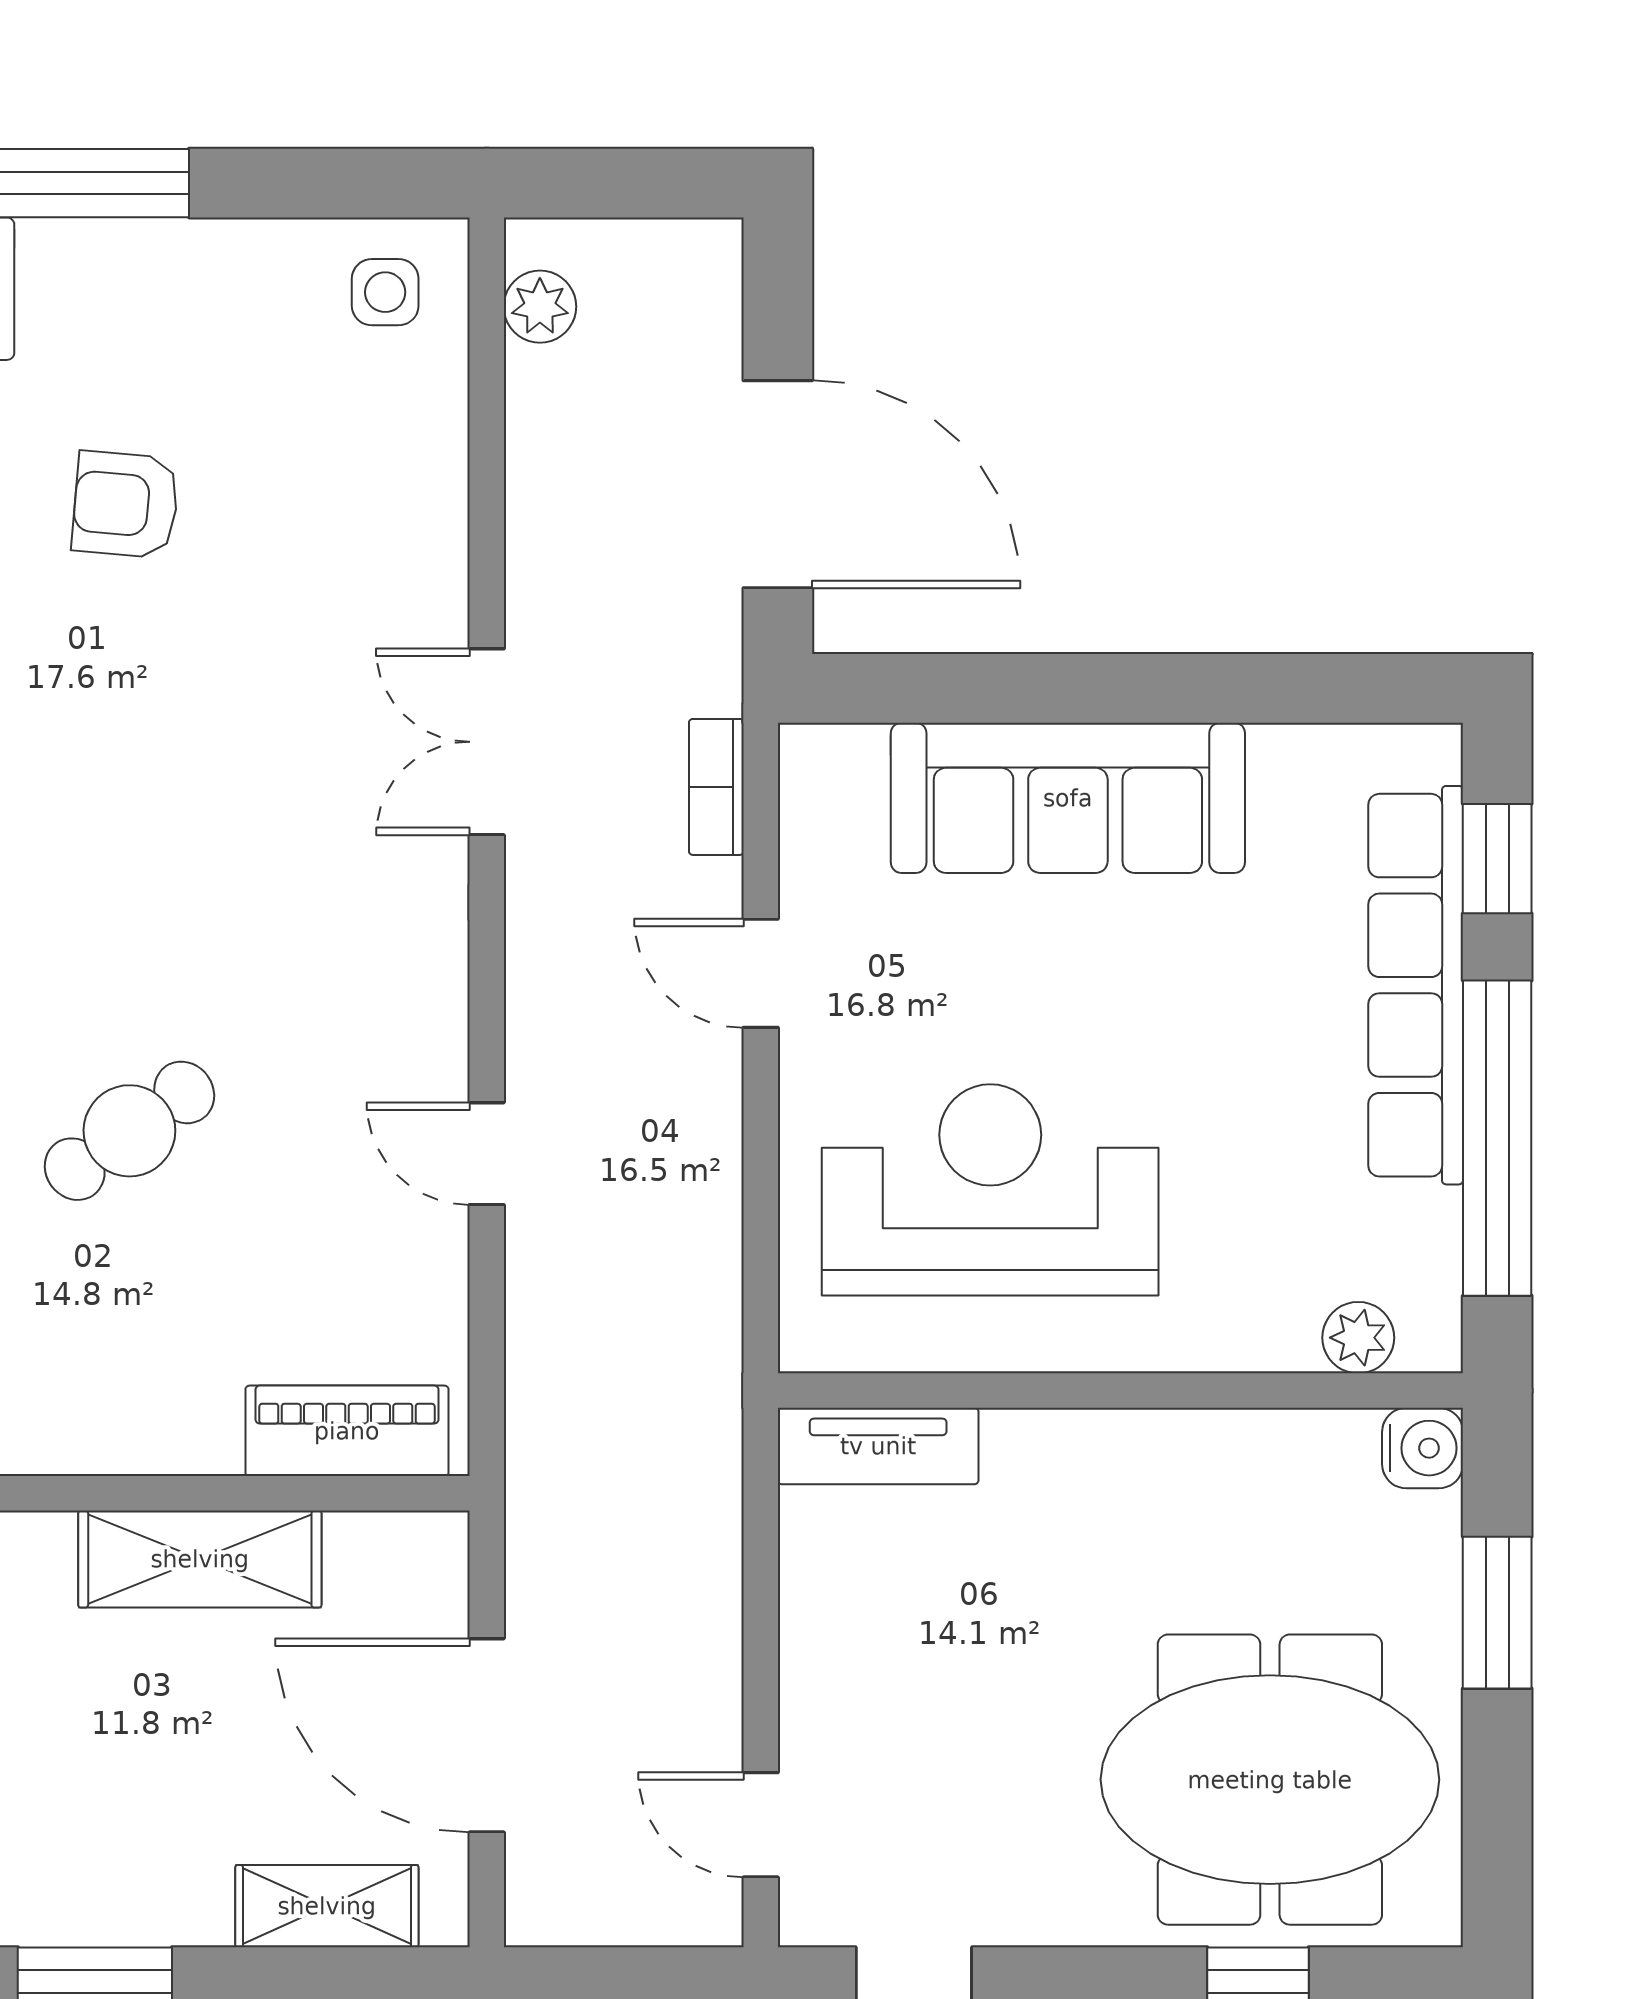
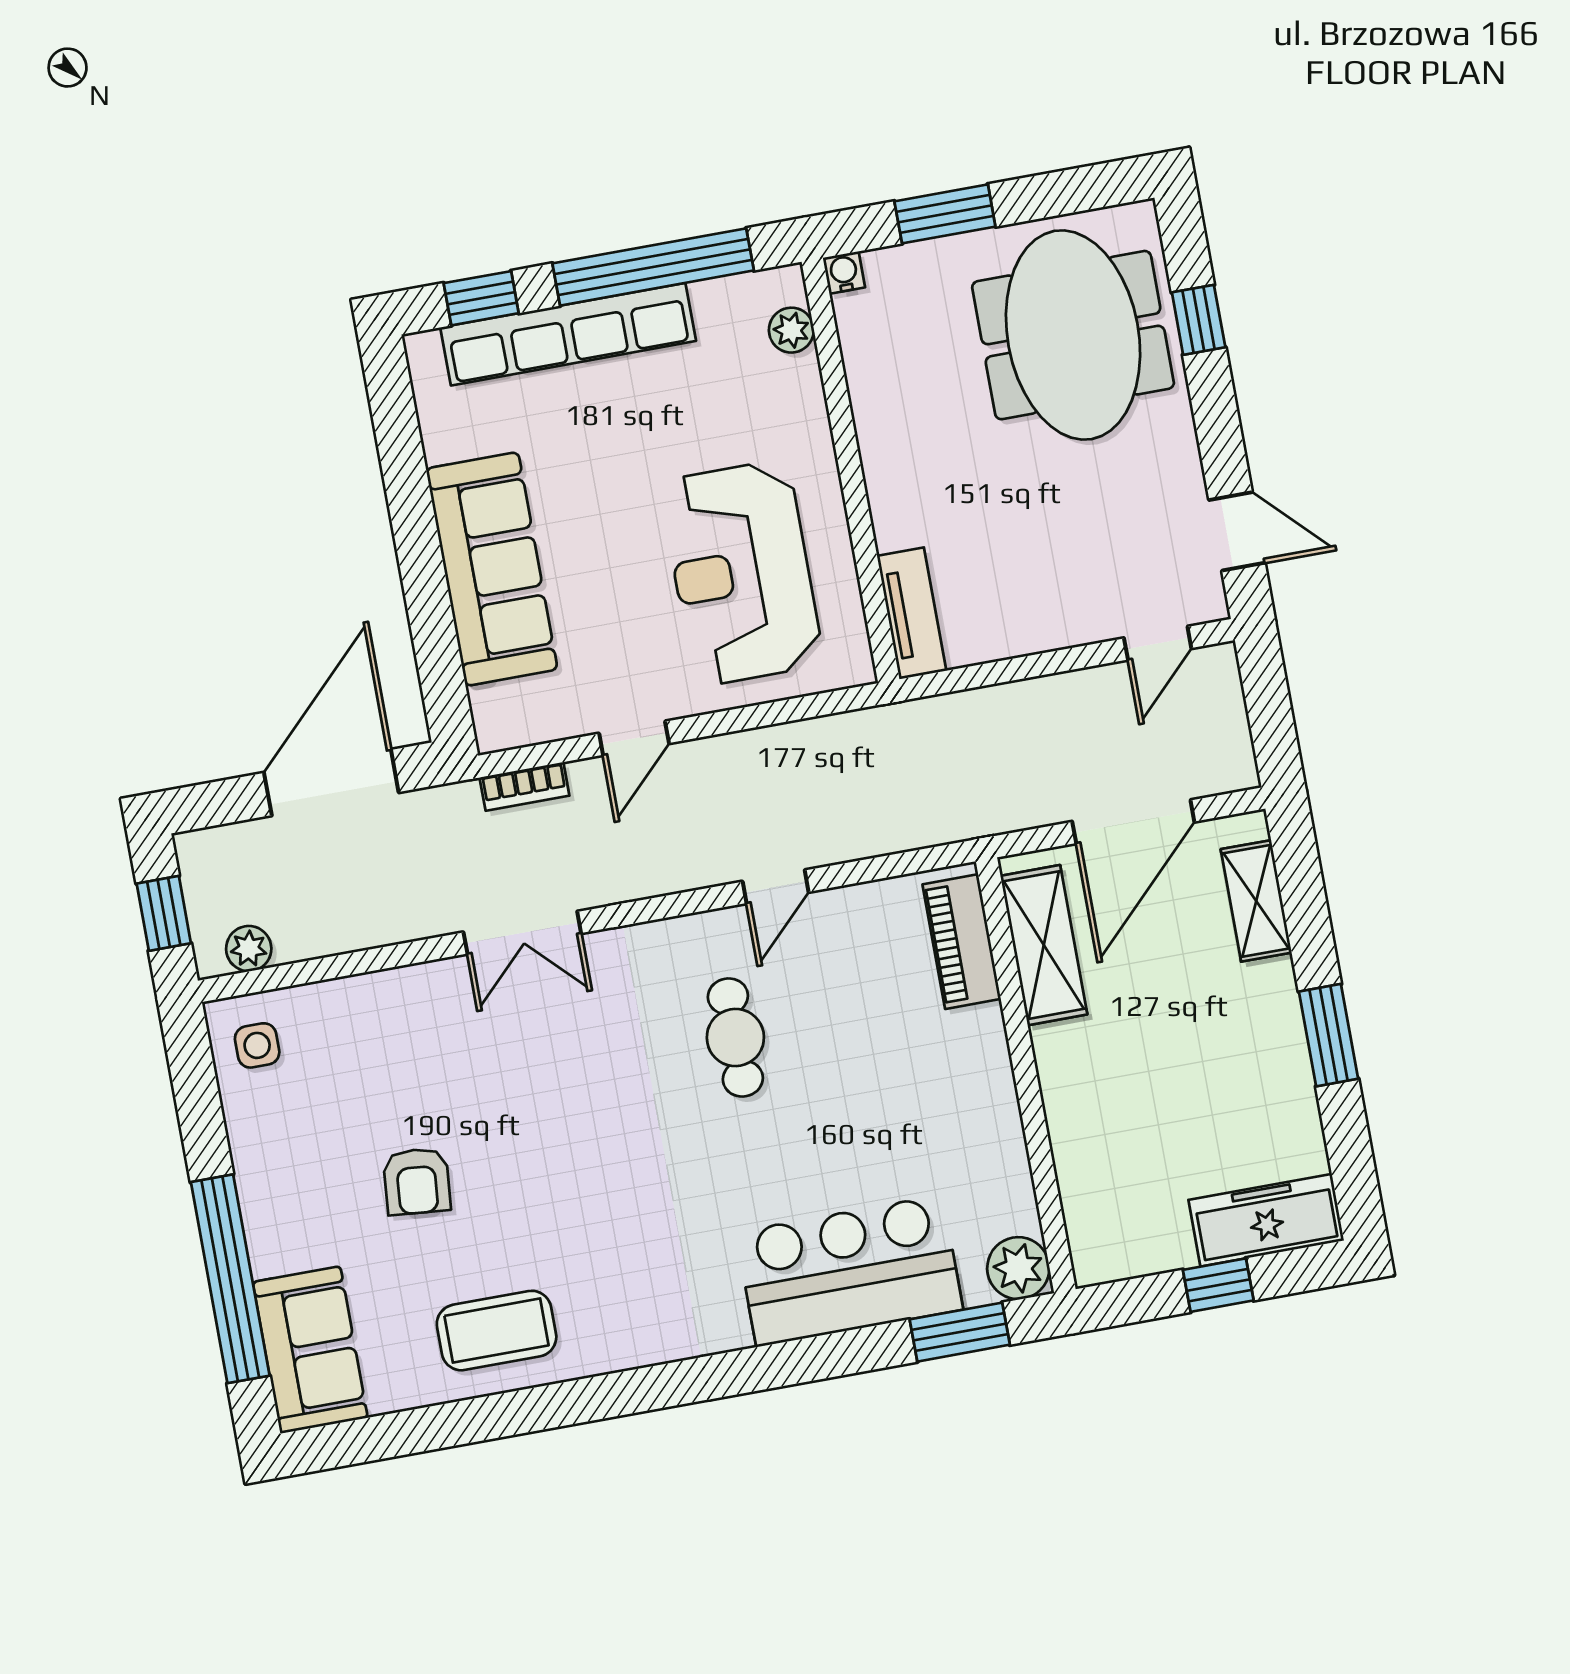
window: (620, 183) -> (164, 913), added
cafe table: (129, 1131) -> (735, 1037), moved, turned 35
water cooler: (1423, 1448) -> (844, 273), width x0.72, depth x0.72
shelving: (200, 1559) -> (1044, 945), moved

